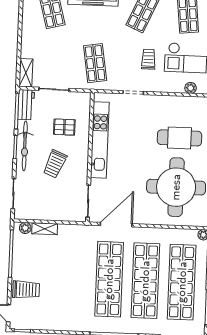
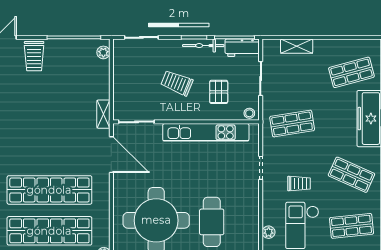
shelving: (26, 73) -> (297, 46), moved
stool: (84, 101) -> (249, 113), added
bicycle: (25, 146) -> (203, 46), width x0.73, depth x0.71
shelving: (45, 229) -> (103, 114), moved
shop shelf: (109, 279) -> (49, 149), removed

